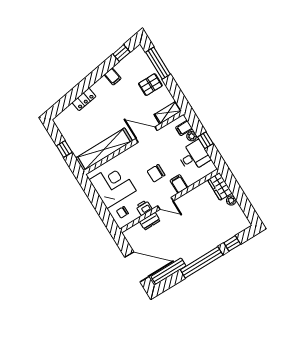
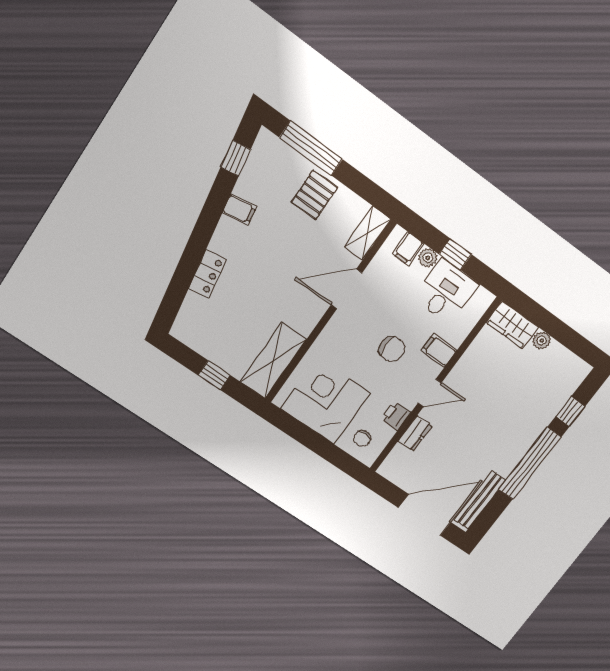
shelving: (104, 149) -> (274, 361), width x0.68
chair: (156, 173) -> (392, 349), turned -90

